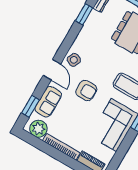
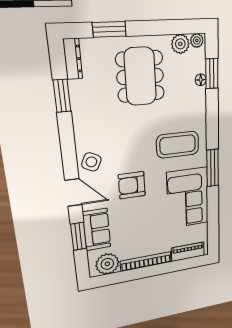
armchair: (86, 90) -> (132, 185), turned 180
window: (30, 106) -> (78, 236), moved

